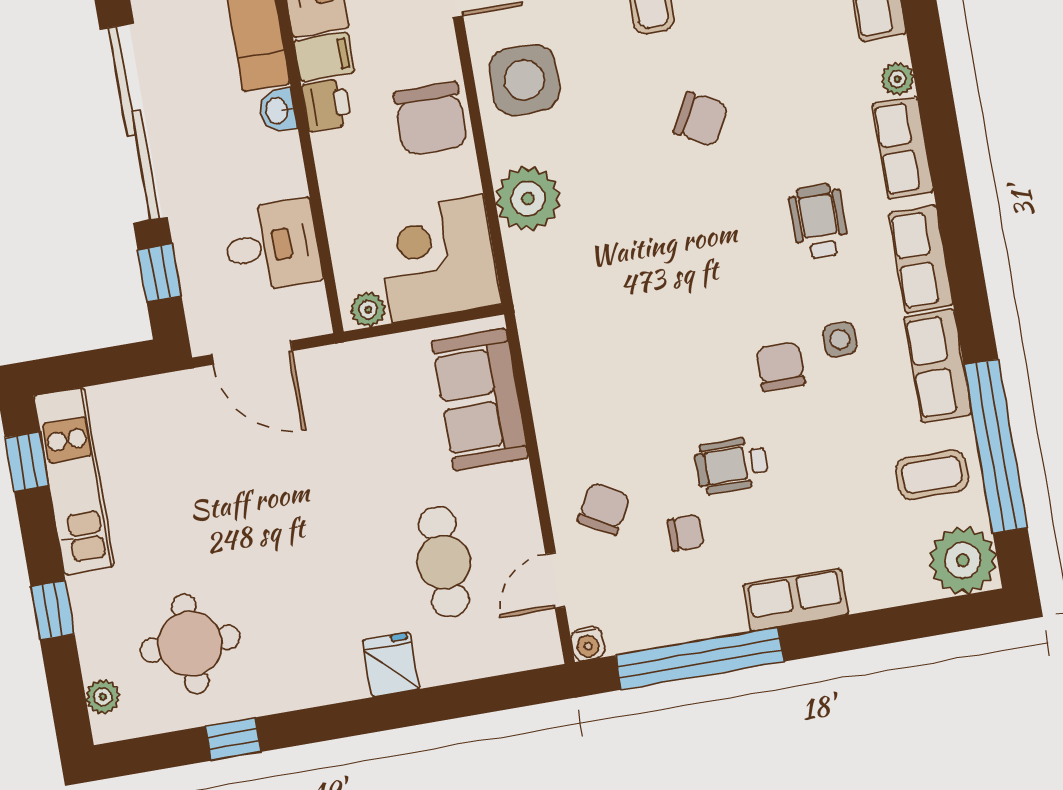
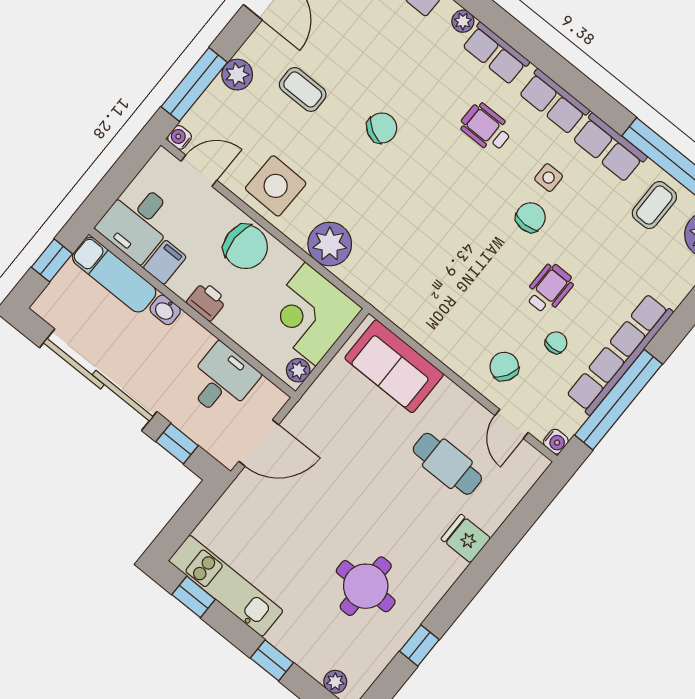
printer: (327, 105) -> (207, 301), moved
chair: (780, 367) -> (531, 217), turned 90
wheelchair: (731, 465) -> (549, 289), turned 180
row of seats: (796, 600) -> (620, 354), width x2.02
round table: (190, 644) -> (366, 586), moved

